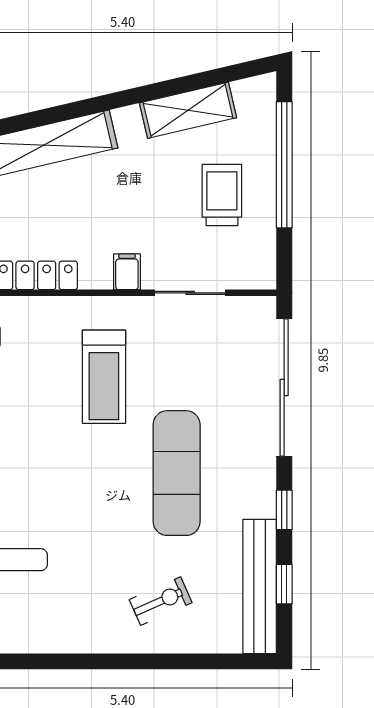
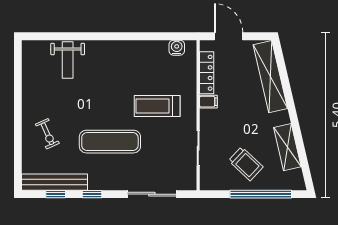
trolley: (222, 195) -> (246, 164), turned 43
filing cabinet: (127, 272) -> (208, 102), moved
sliding door: (284, 387) -> (152, 194), width x0.73

